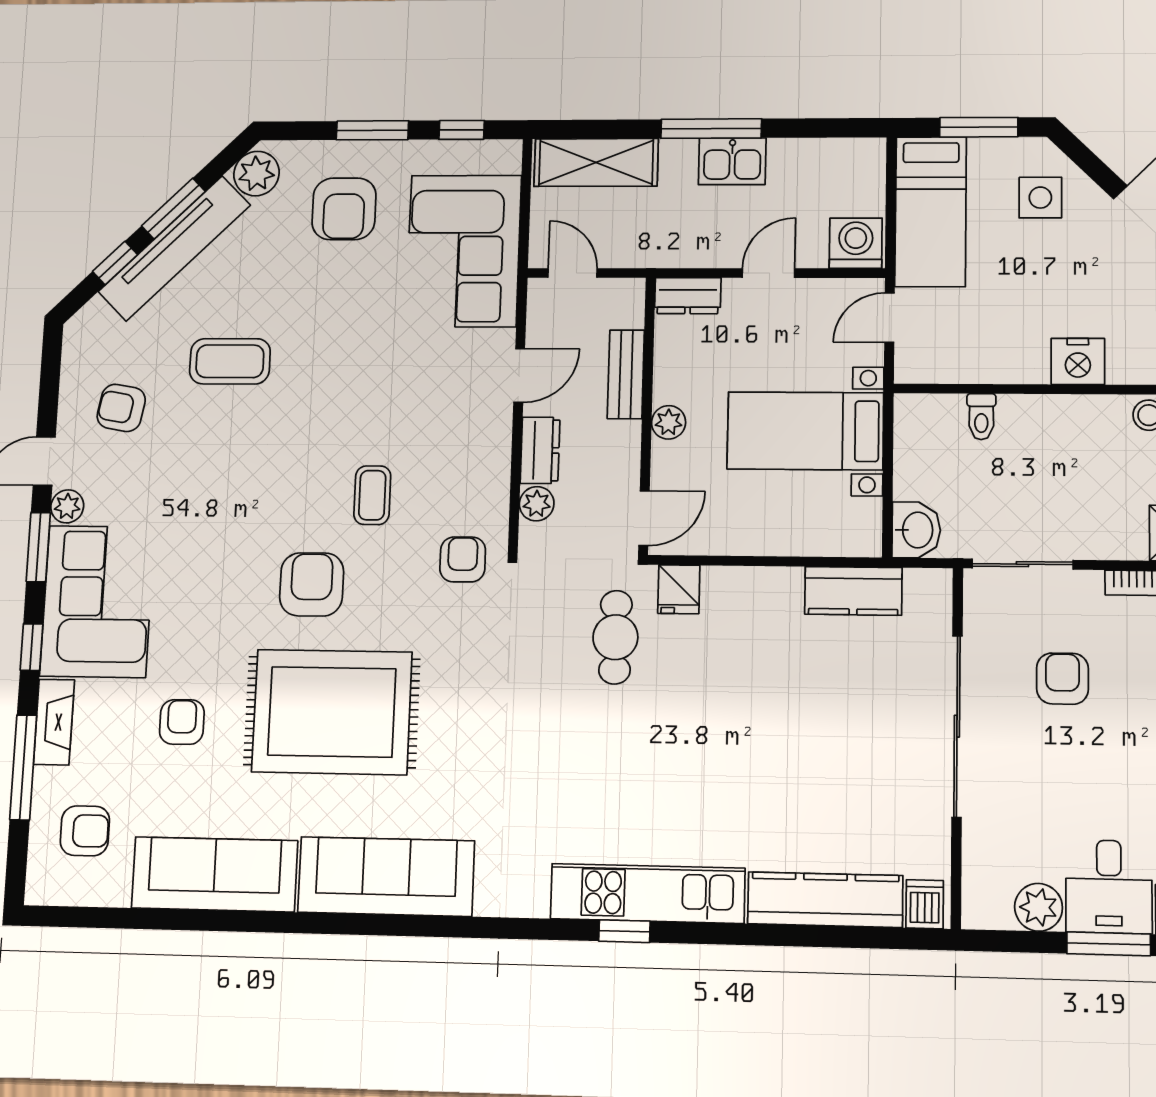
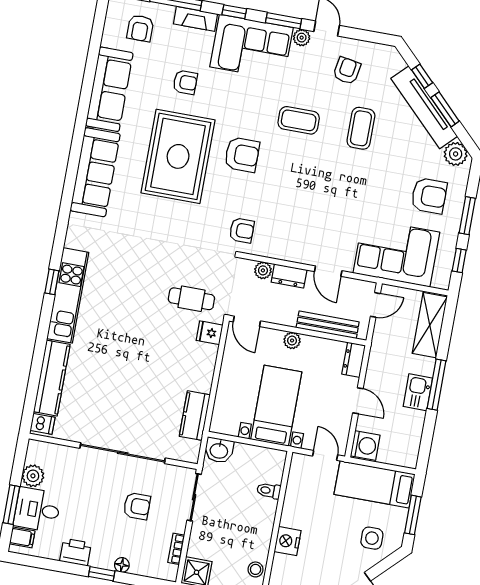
armchair: (344, 209) -> (429, 196), turned 180
bench: (626, 374) -> (328, 325), width x1.36
coffee table: (372, 495) -> (299, 120), moved, width x1.36, depth x1.30

